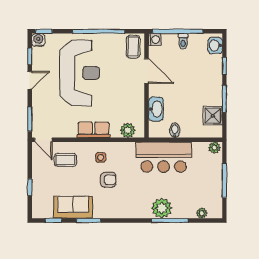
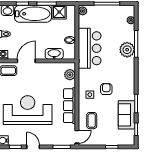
bathtub: (211, 80) -> (33, 14), added
row of seats: (94, 130) -> (69, 106), width x1.48

